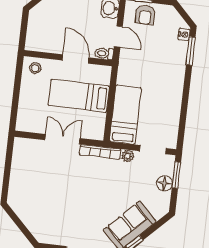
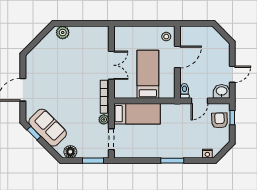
armchair: (145, 15) -> (220, 120), turned 88
window: (191, 51) -> (172, 161), moved
door: (76, 59) -> (177, 57), moved
floor lamp: (165, 183) -> (70, 152), moved
plant: (16, 194) -> (63, 33), added

